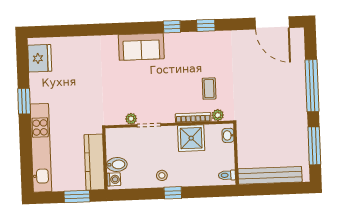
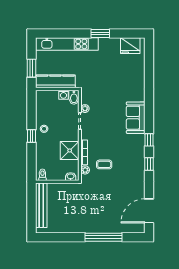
window: (314, 146) -> (61, 237), removed
bidet: (117, 165) -> (74, 97), moved
washing machine: (114, 179) -> (63, 95), moved

